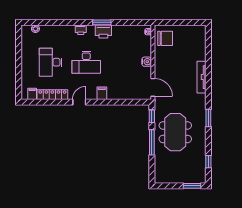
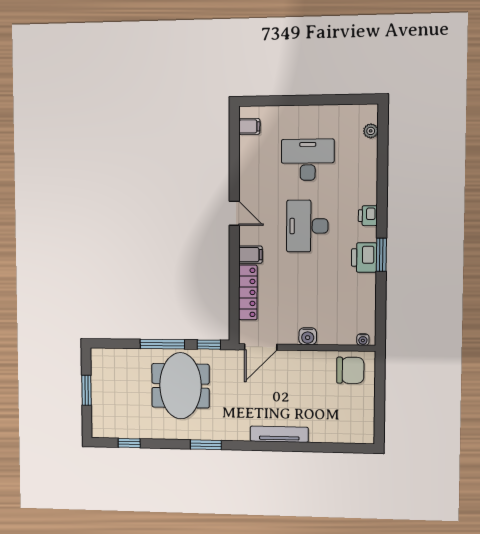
chair: (165, 38) -> (350, 370), turned -90
locker: (52, 95) -> (248, 292), moved
meeting table: (175, 132) -> (180, 386), turned 90
window: (192, 186) -> (87, 390), moved

